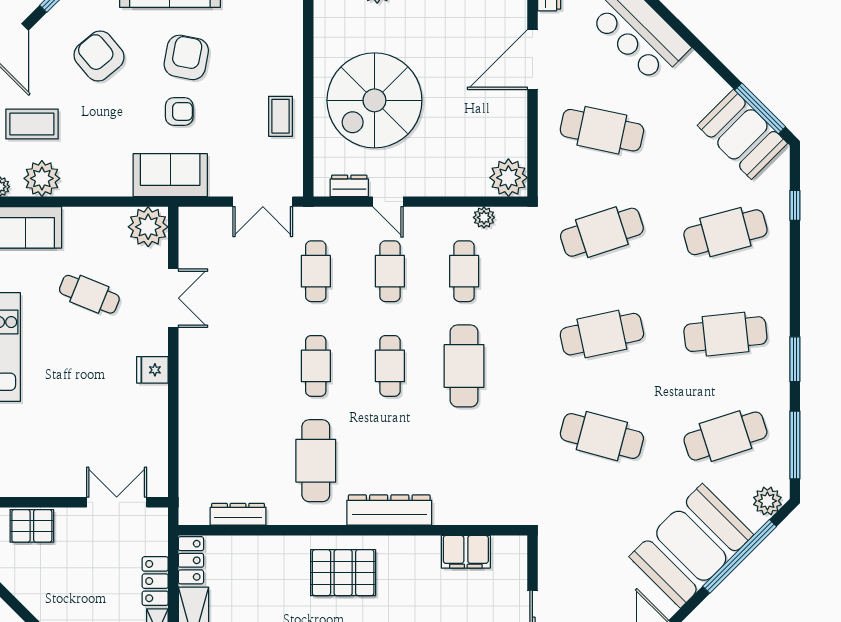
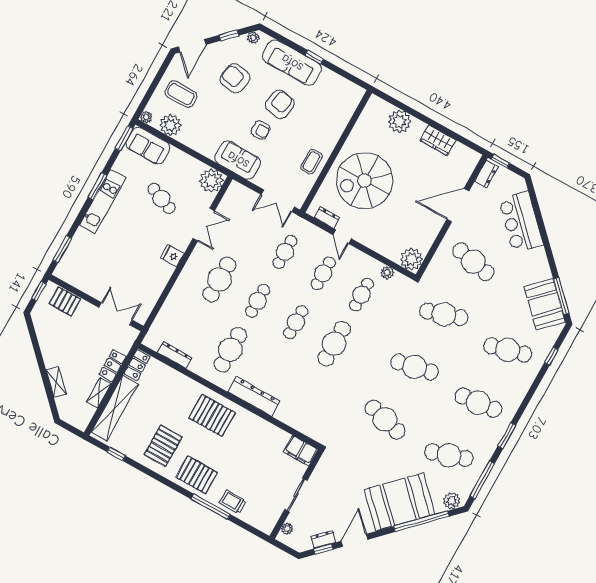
armchair: (99, 56) -> (235, 78), turned -39
cafe table: (242, 366) -> (219, 279), added
filing cabinet: (466, 552) -> (301, 451), moved

